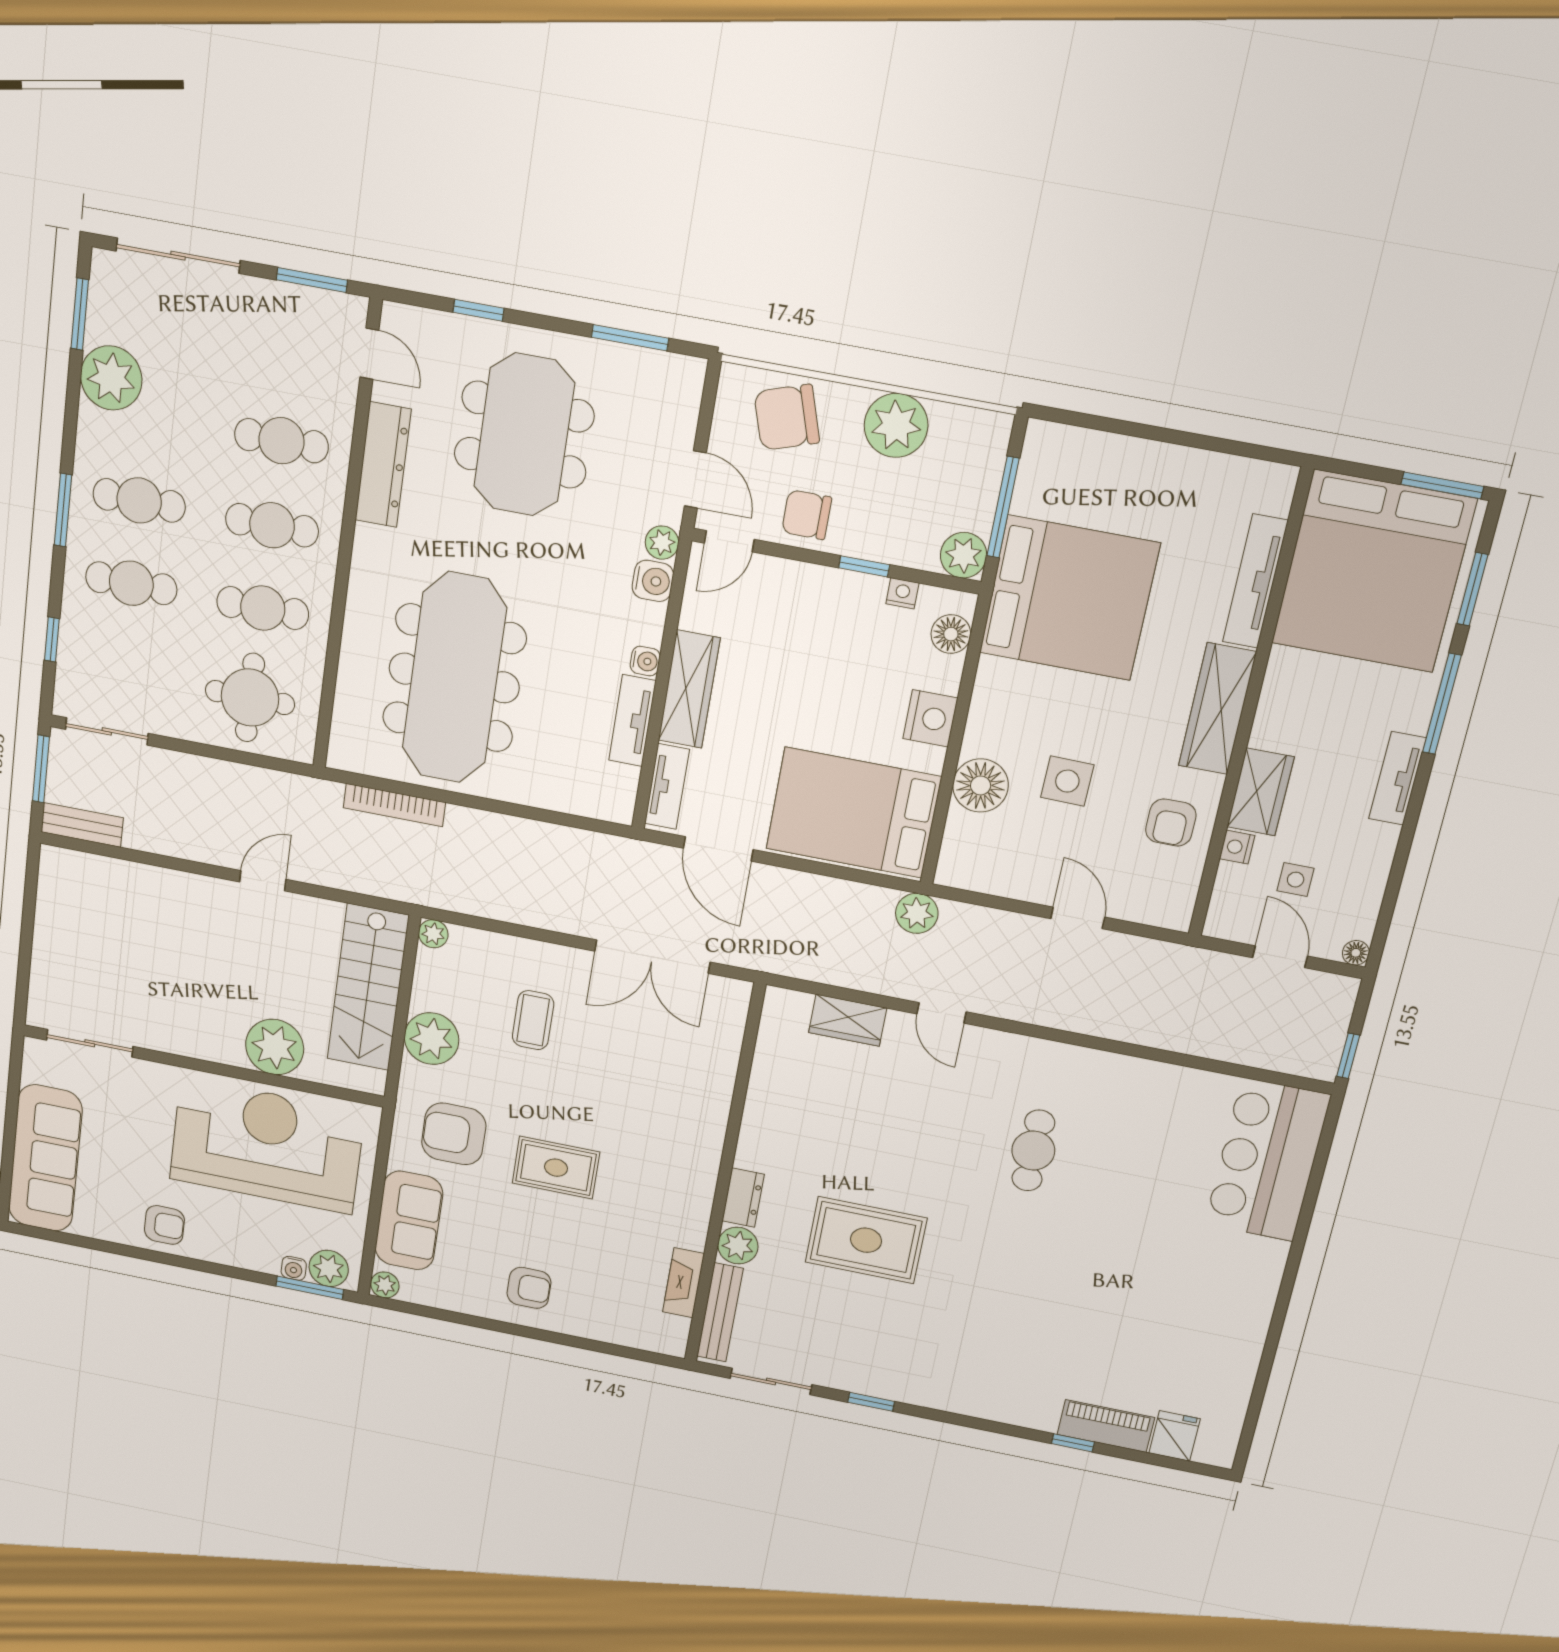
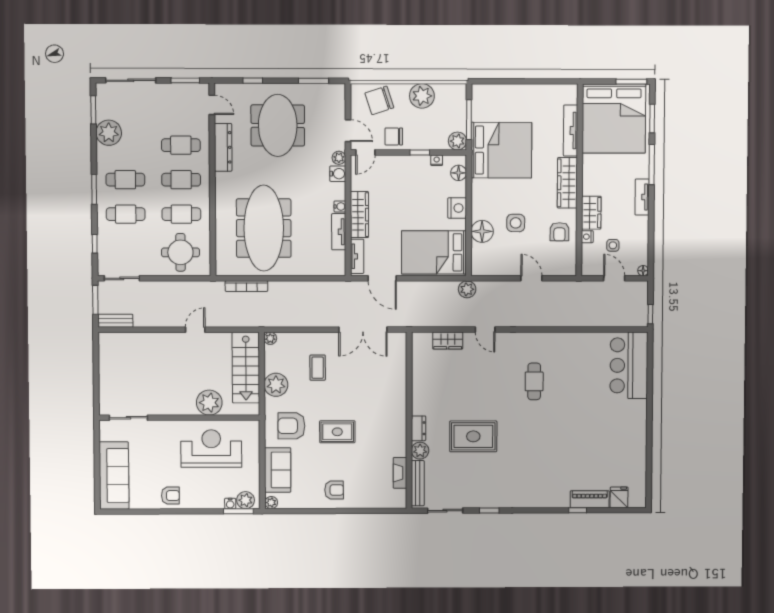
reception desk: (267, 1146) -> (211, 449), width x0.74, depth x0.77

